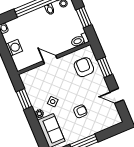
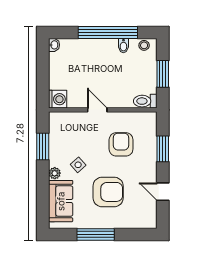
washing machine: (14, 48) -> (58, 99), moved
armchair: (84, 67) -> (121, 144), moved
armchair: (80, 111) -> (108, 192), width x1.88, depth x1.88

